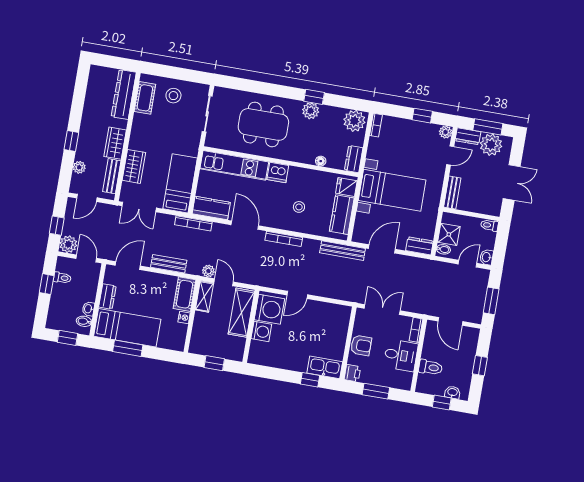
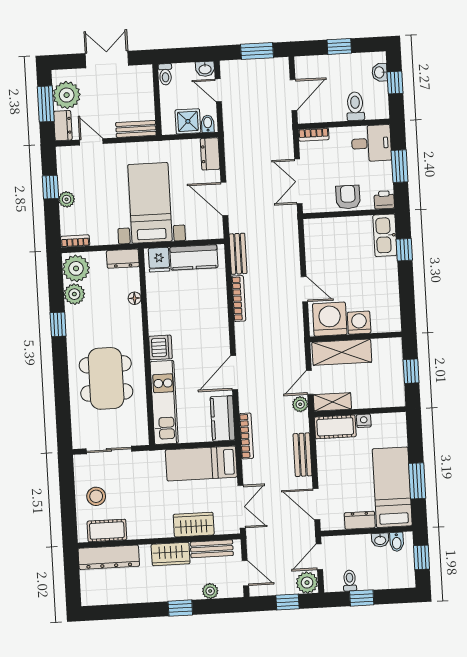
plant: (311, 111) -> (74, 294), moved
plant: (446, 132) -> (67, 199), moved
stool: (299, 207) -> (197, 312), removed
bookcase: (284, 239) -> (239, 298), moved
bench: (343, 251) -> (238, 254), width x0.73
desk: (401, 355) -> (371, 143), moved, turned 90

